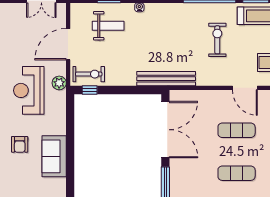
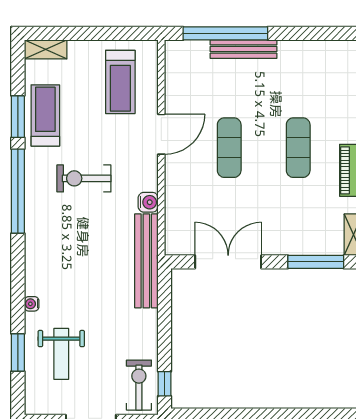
weight bench: (108, 26) -> (61, 354), turned 180
water cooler: (203, 80) -> (148, 202), added
double door: (165, 130) -> (228, 262), width x0.73

